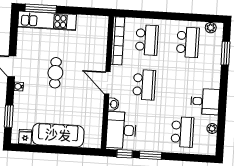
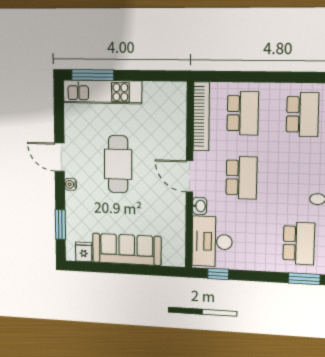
cafe table: (55, 73) -> (118, 164), width x1.37, depth x1.35
window: (151, 155) -> (304, 279), moved

